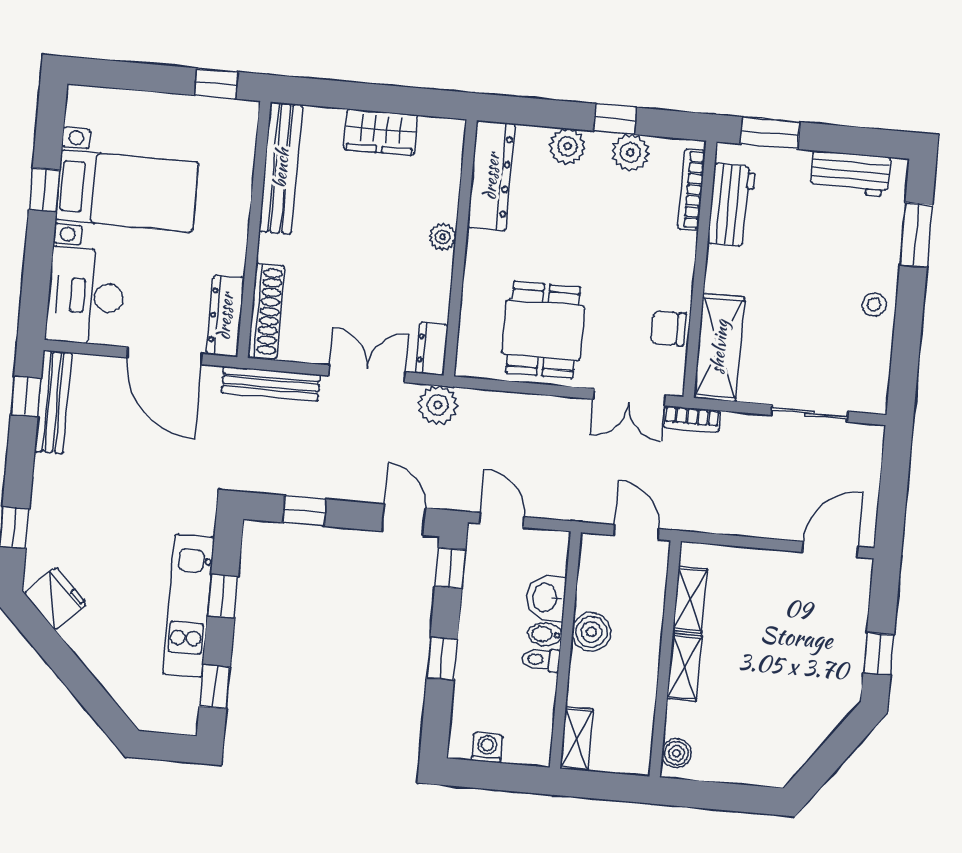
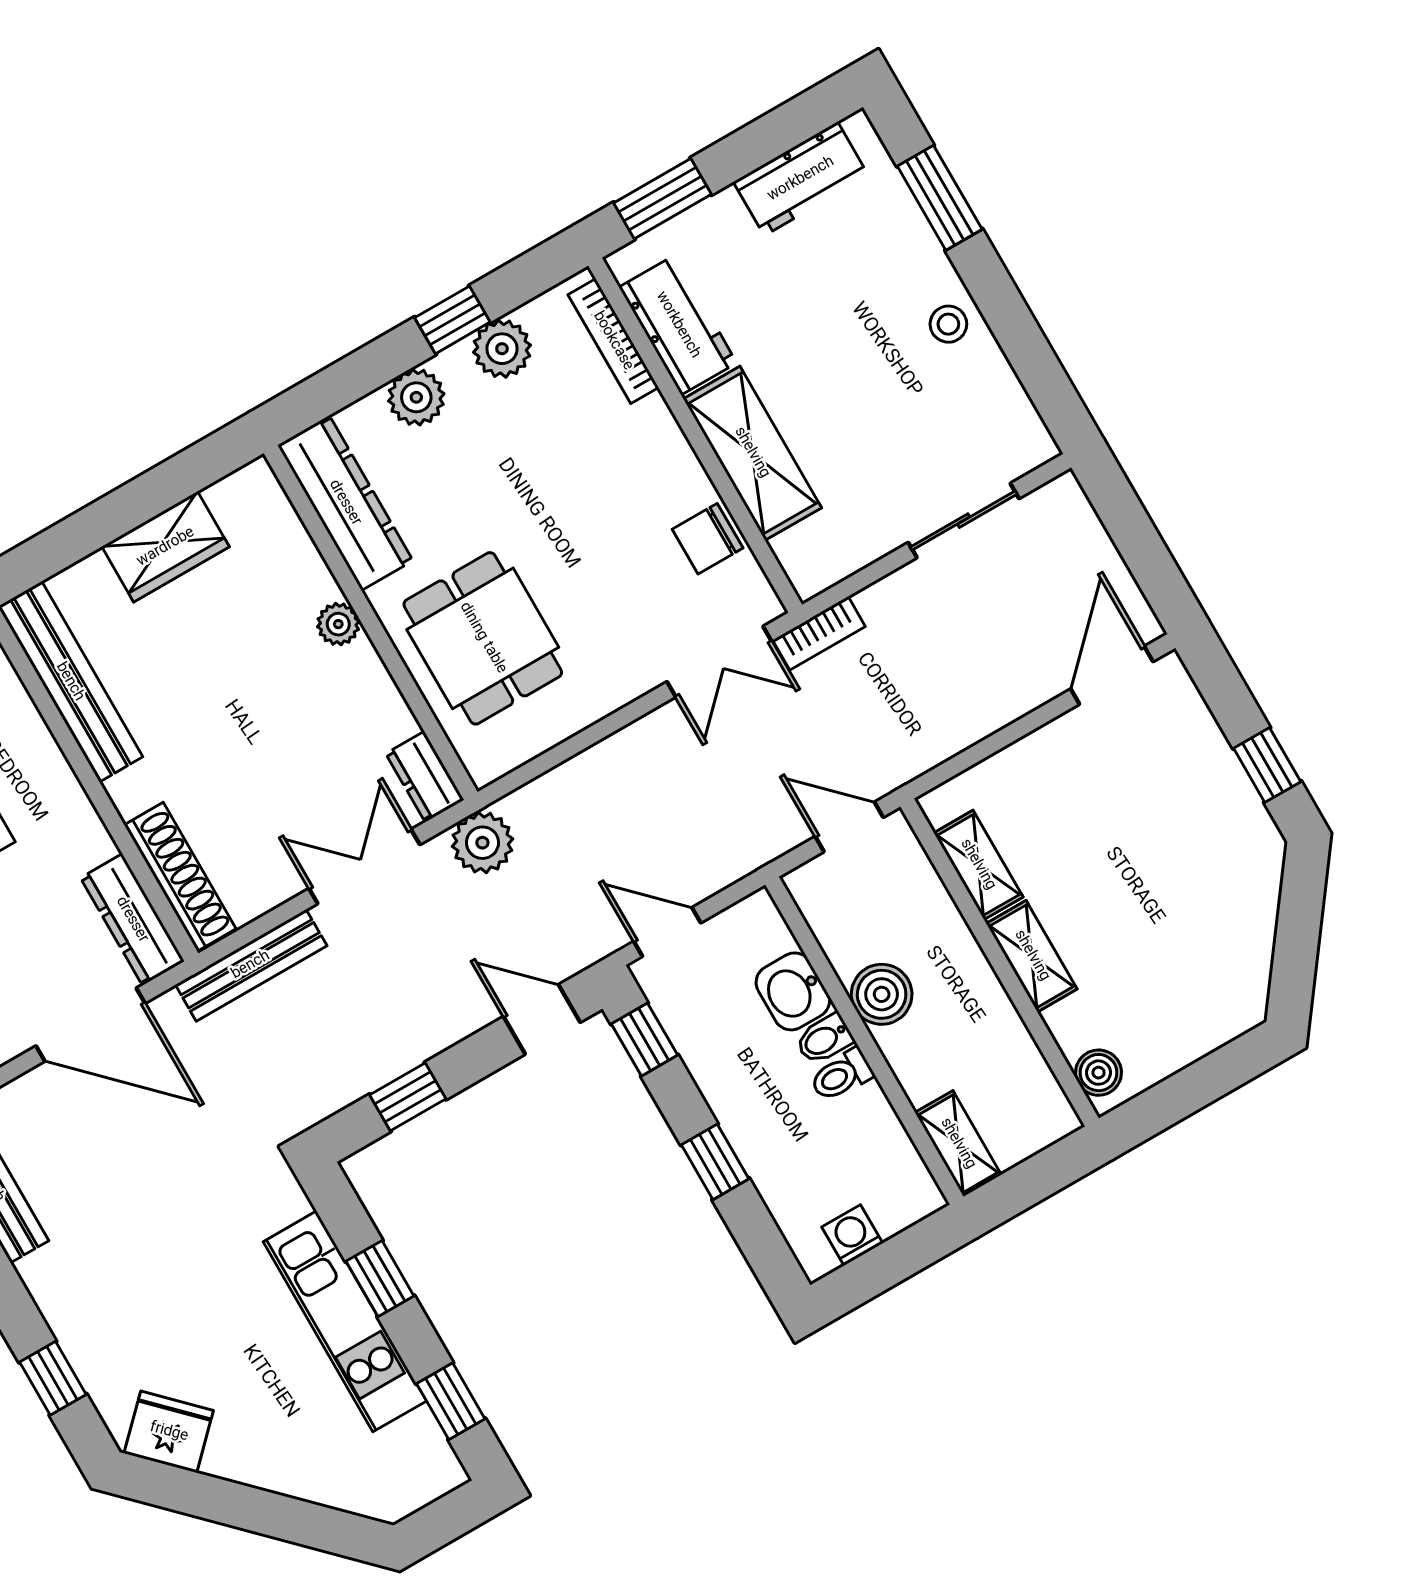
dining table: (543, 330) -> (483, 638), moved
shelving: (719, 347) -> (752, 453), moved

